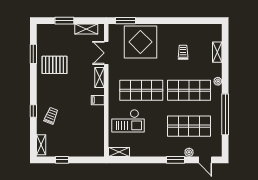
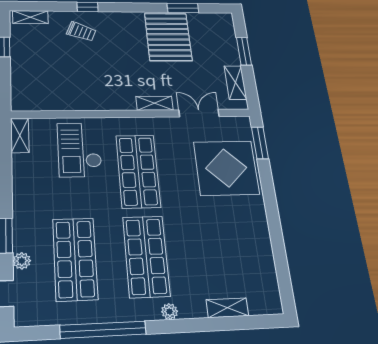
trolley: (183, 52) -> (218, 243), removed
pallet: (54, 65) -> (168, 37), width x1.37, depth x1.41
filing cabinet: (98, 100) -> (114, 101), removed

